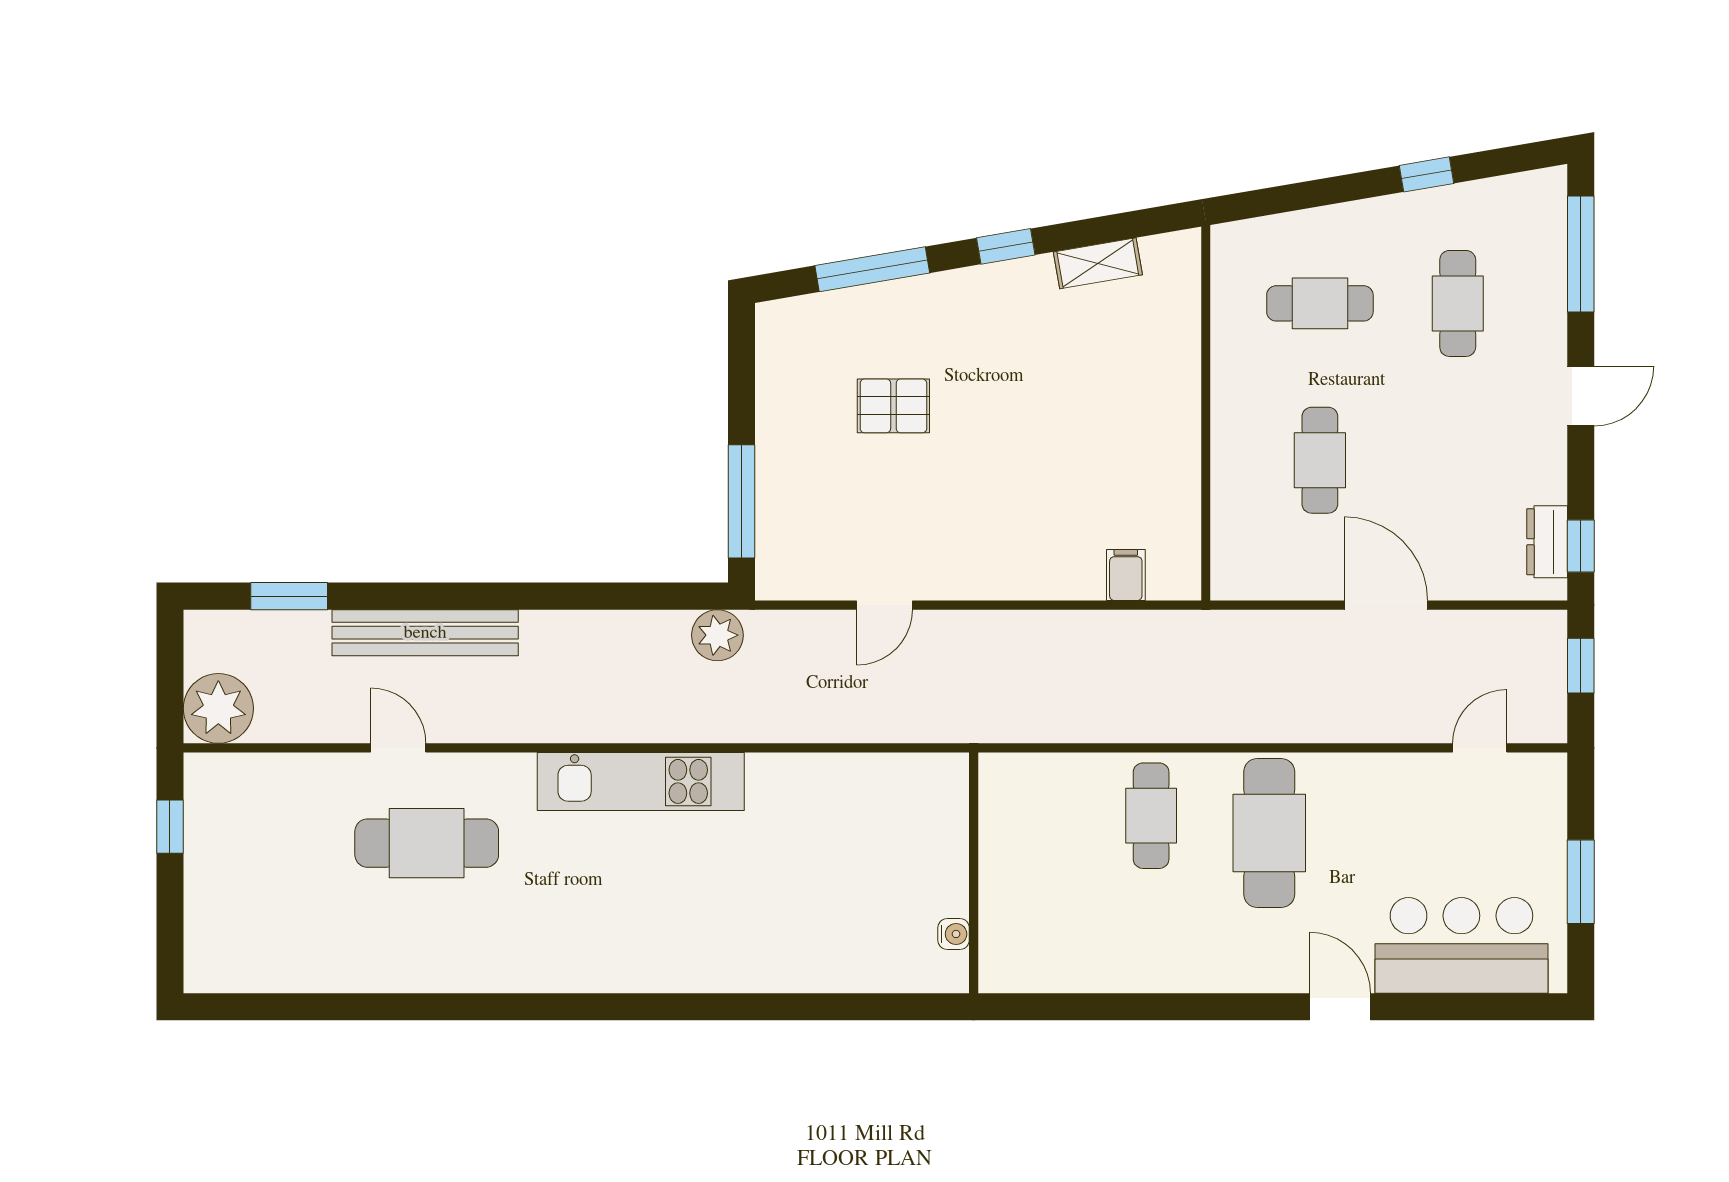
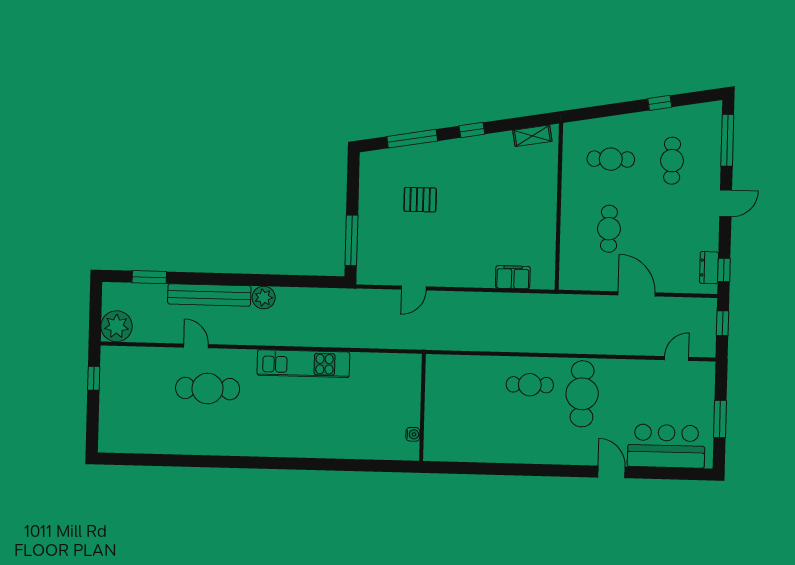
shelving: (1098, 263) -> (532, 136), moved
filing cabinet: (1126, 575) -> (513, 277), width x2.00
plant: (717, 635) -> (264, 298), moved
cafe table: (1151, 816) -> (530, 385), turned 90
wall: (974, 873) -> (422, 407), moved
water cooler: (954, 934) -> (413, 434), moved

